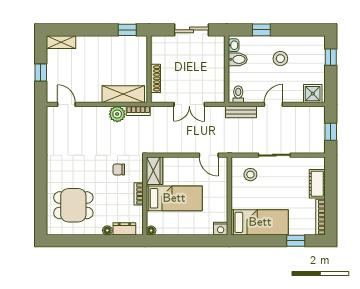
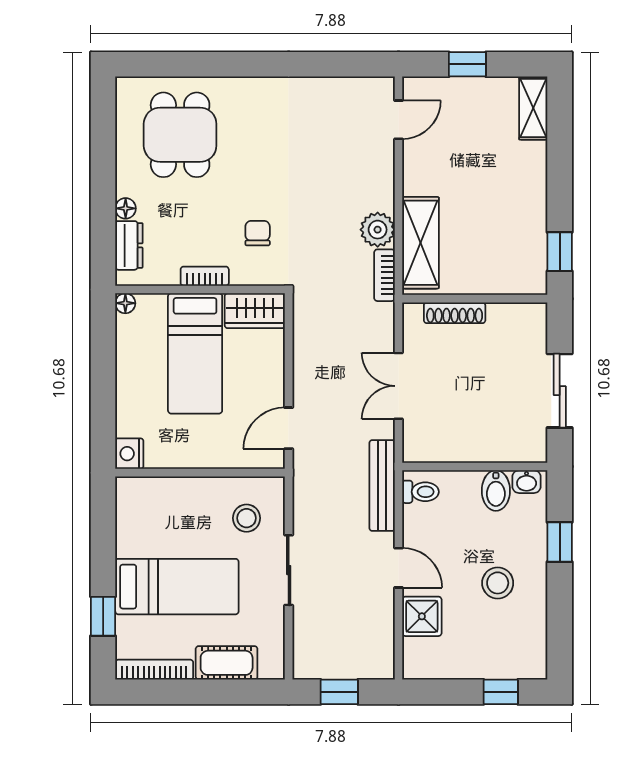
shower: (313, 94) -> (422, 616), moved
bench: (241, 112) -> (382, 485), width x1.36
bed: (260, 222) -> (177, 587), moved, turned -90

